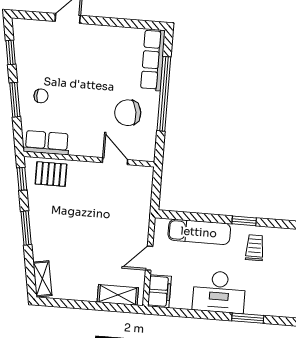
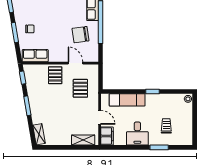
pallet: (51, 174) -> (55, 75), moved, turned 90
pallet: (120, 205) -> (80, 88), added
trolley: (255, 248) -> (166, 126), moved
door: (149, 258) -> (100, 117), swing flipped
desk: (219, 292) -> (137, 134), width x0.73

